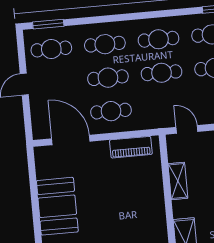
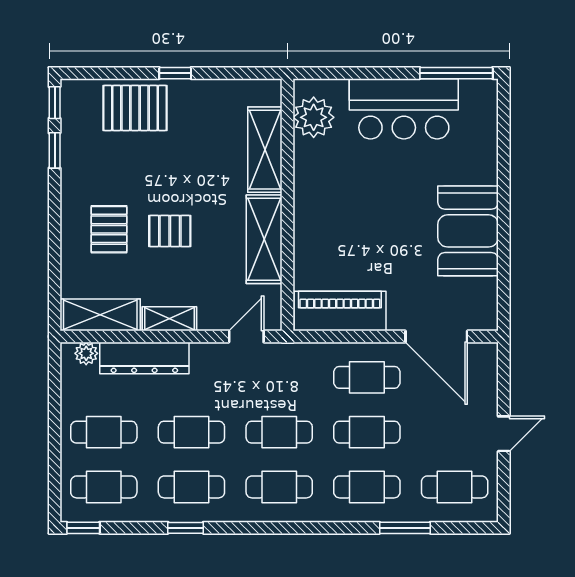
window: (48, 24) -> (405, 528), moved
door: (187, 129) -> (246, 336), swing flipped
piano: (131, 147) -> (340, 311), width x1.37, depth x1.33
shelving: (178, 181) -> (264, 239), width x1.50, depth x1.33

